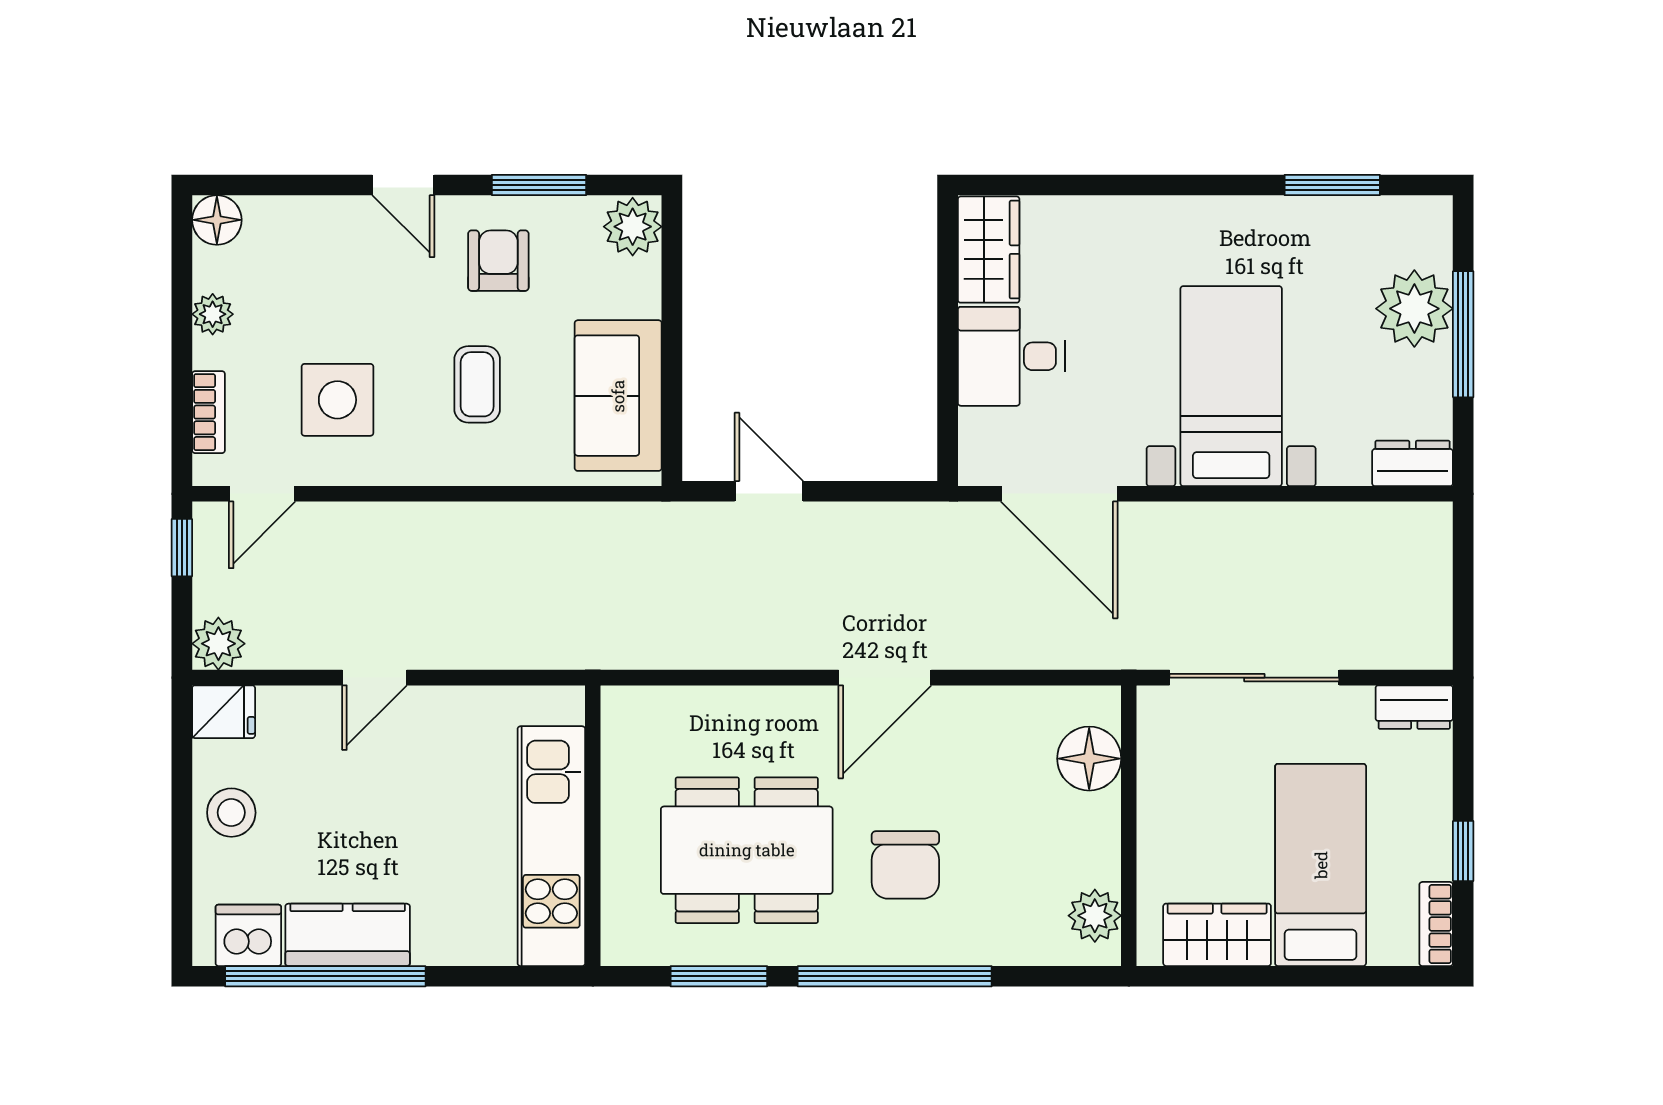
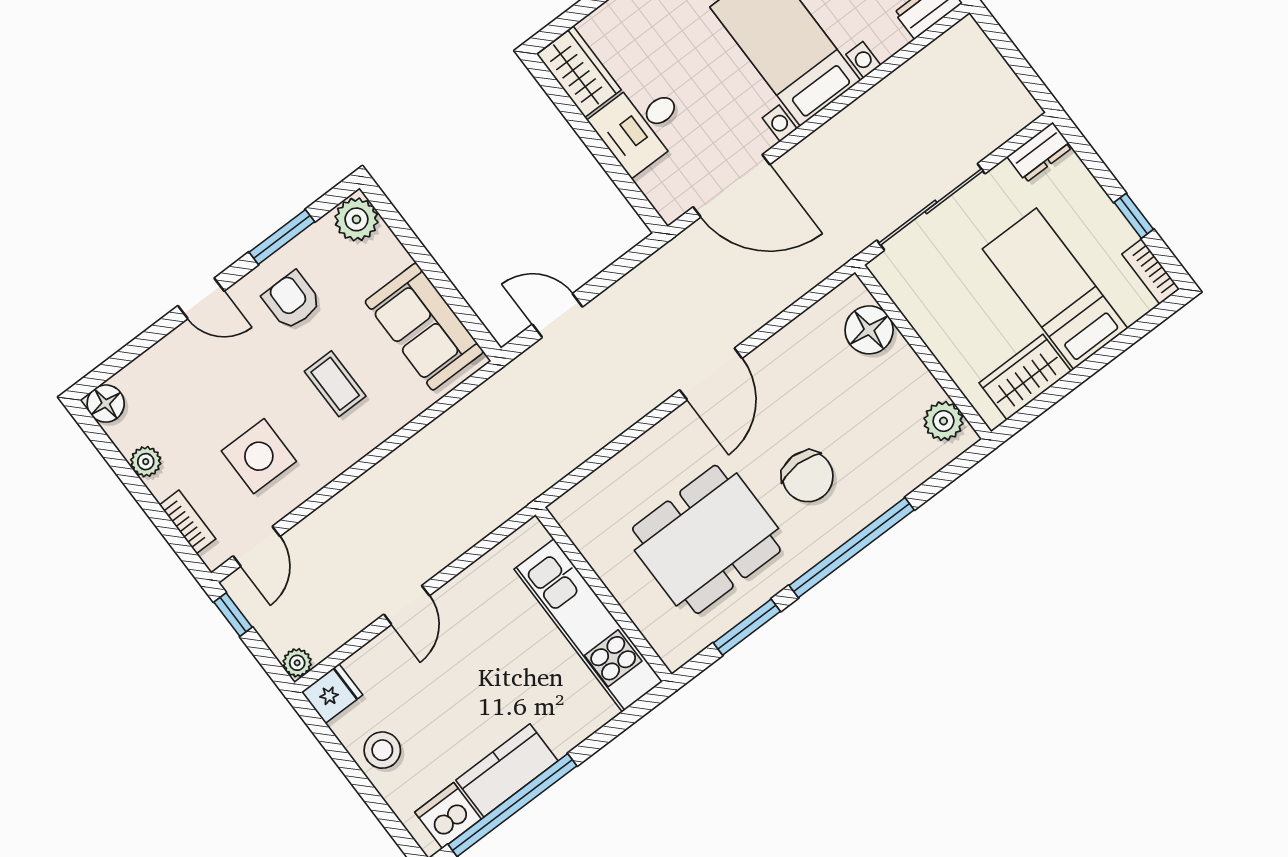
plant: (218, 644) -> (297, 663), width x0.73, depth x0.73

